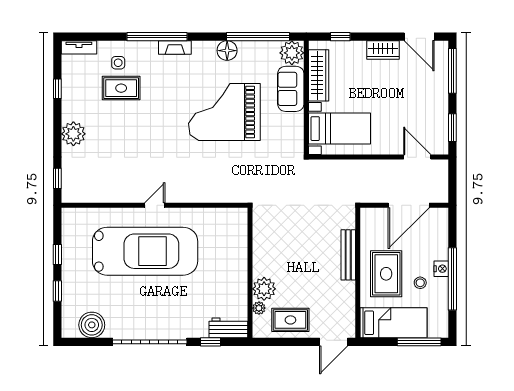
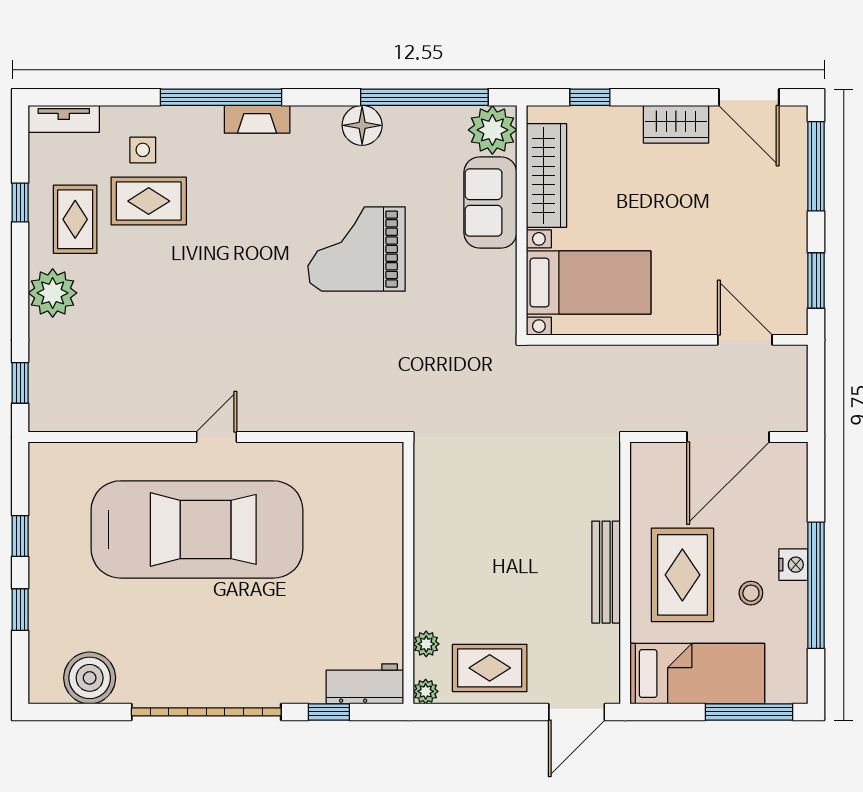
rug: (85, 97) -> (75, 219), added
grand piano: (224, 112) -> (357, 249), width x0.73, depth x0.68
bench: (348, 255) -> (606, 572), moved
plant: (264, 289) -> (426, 691), moved, width x0.53, depth x0.53

